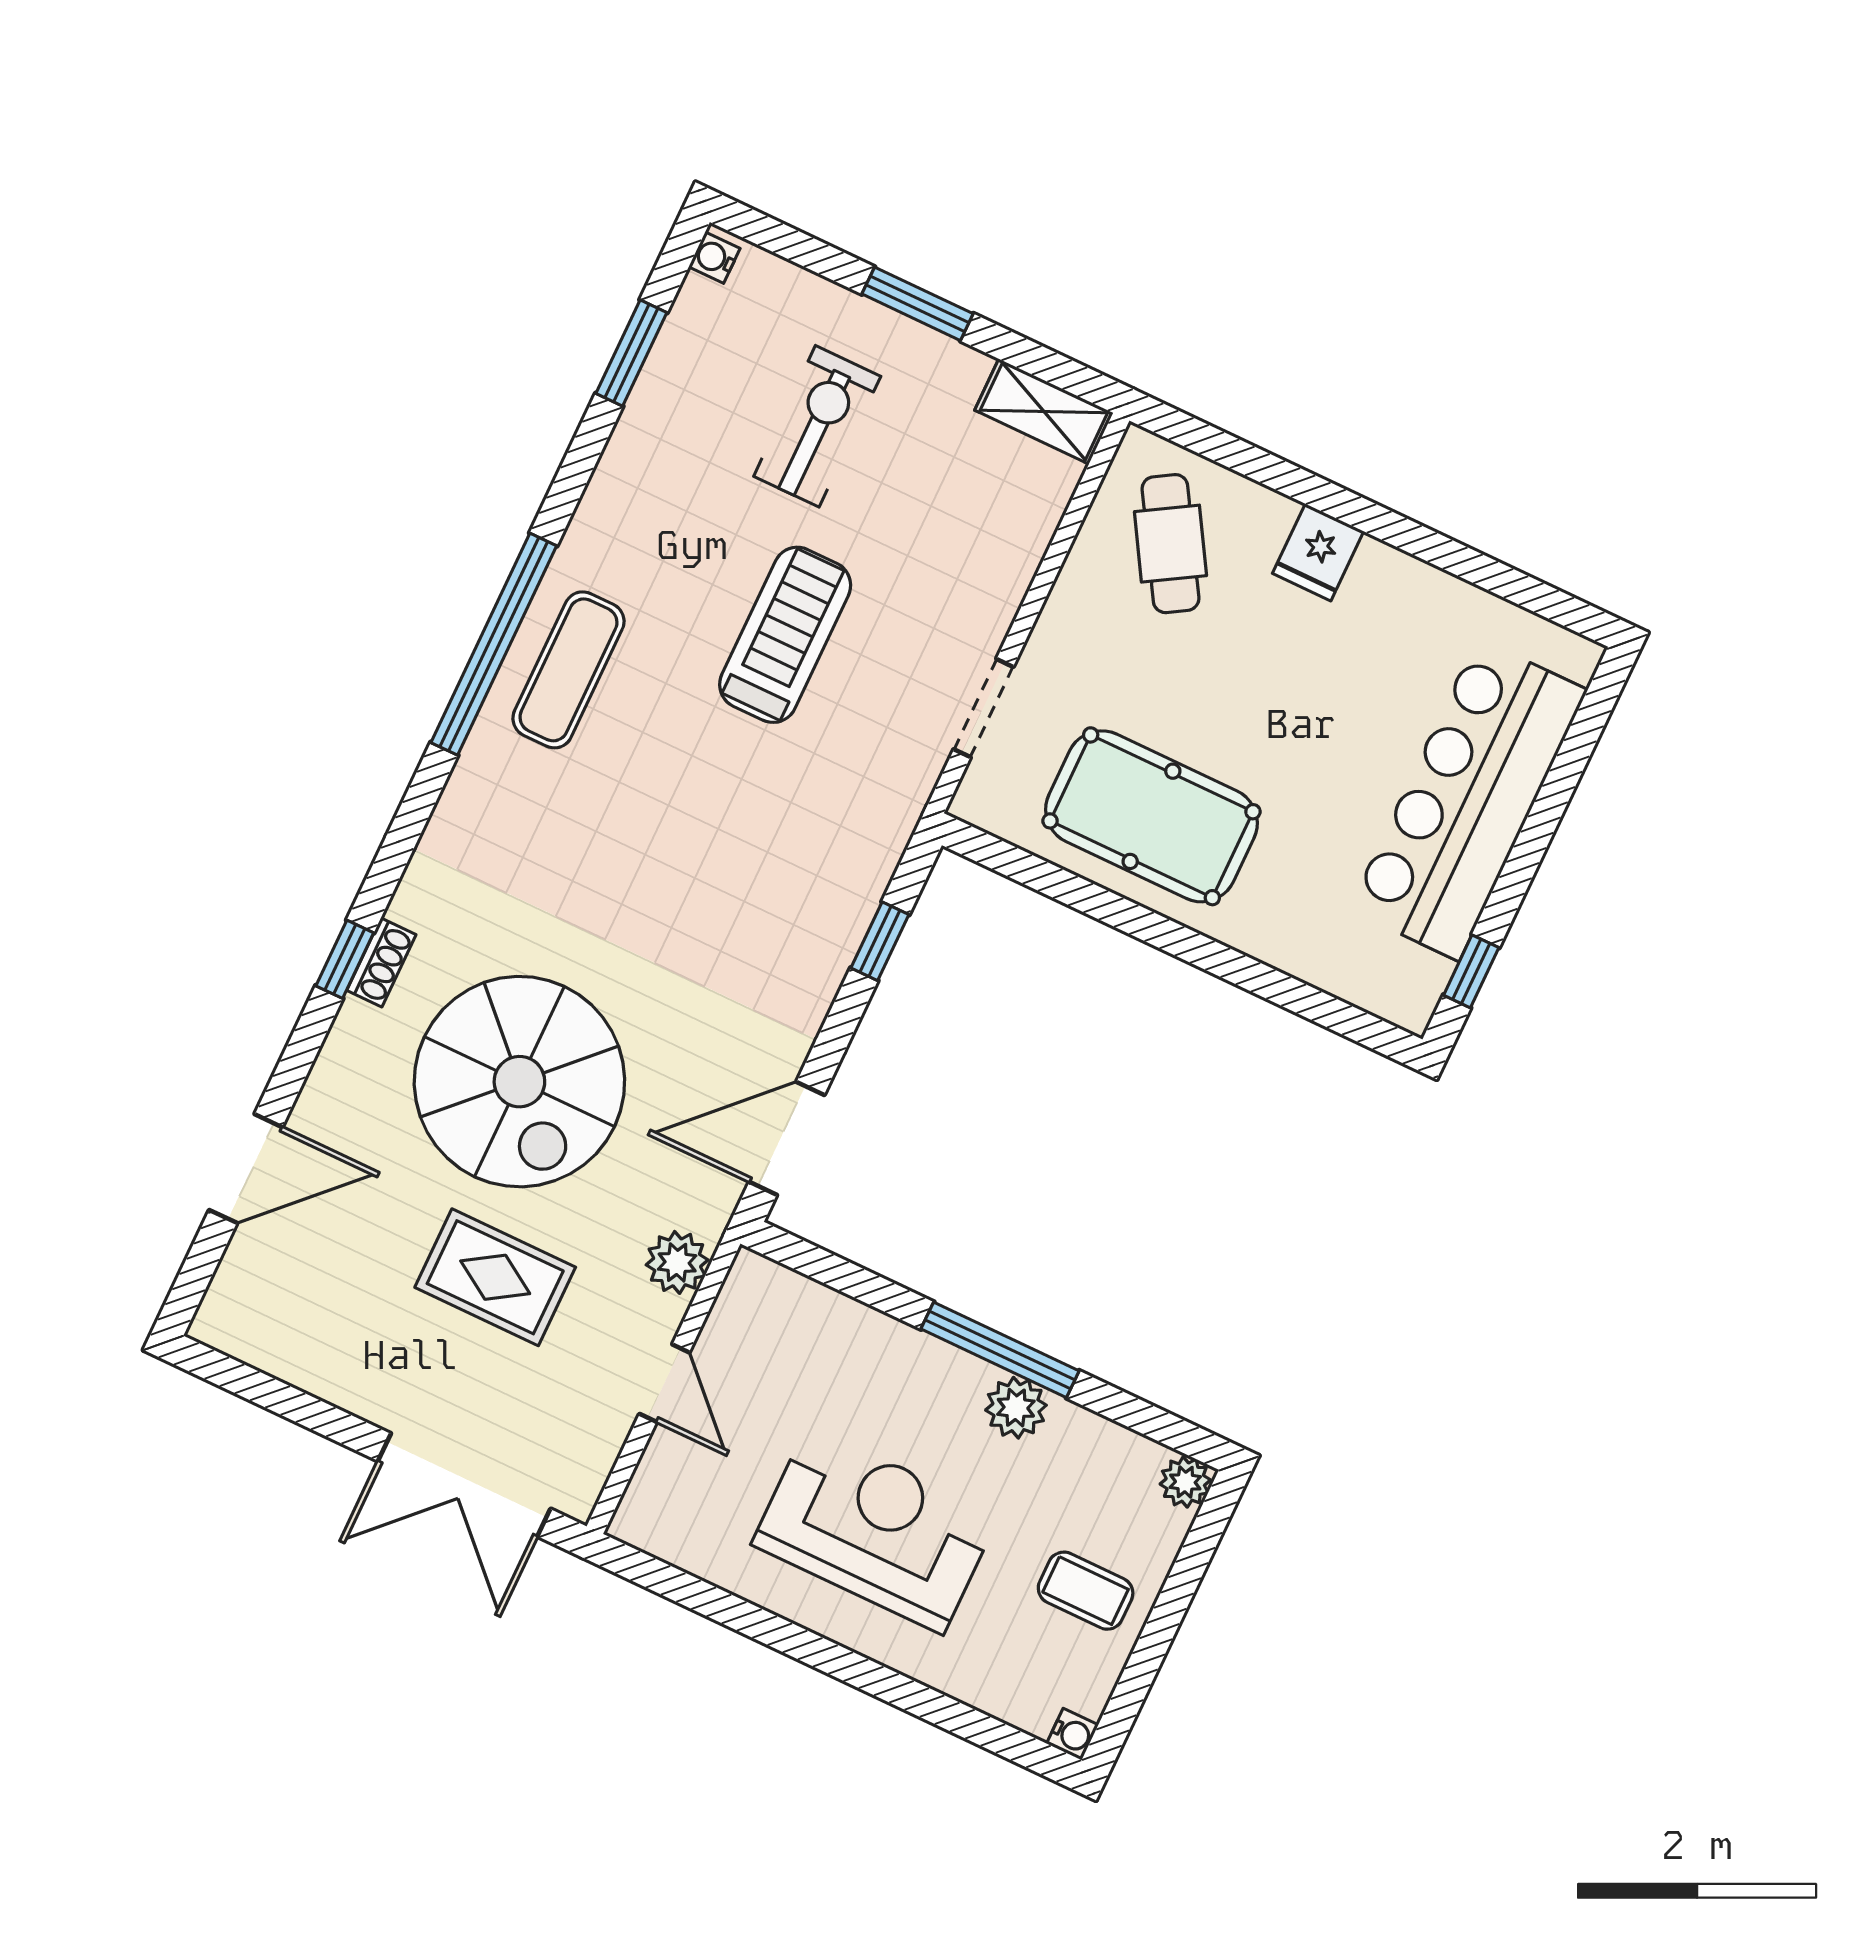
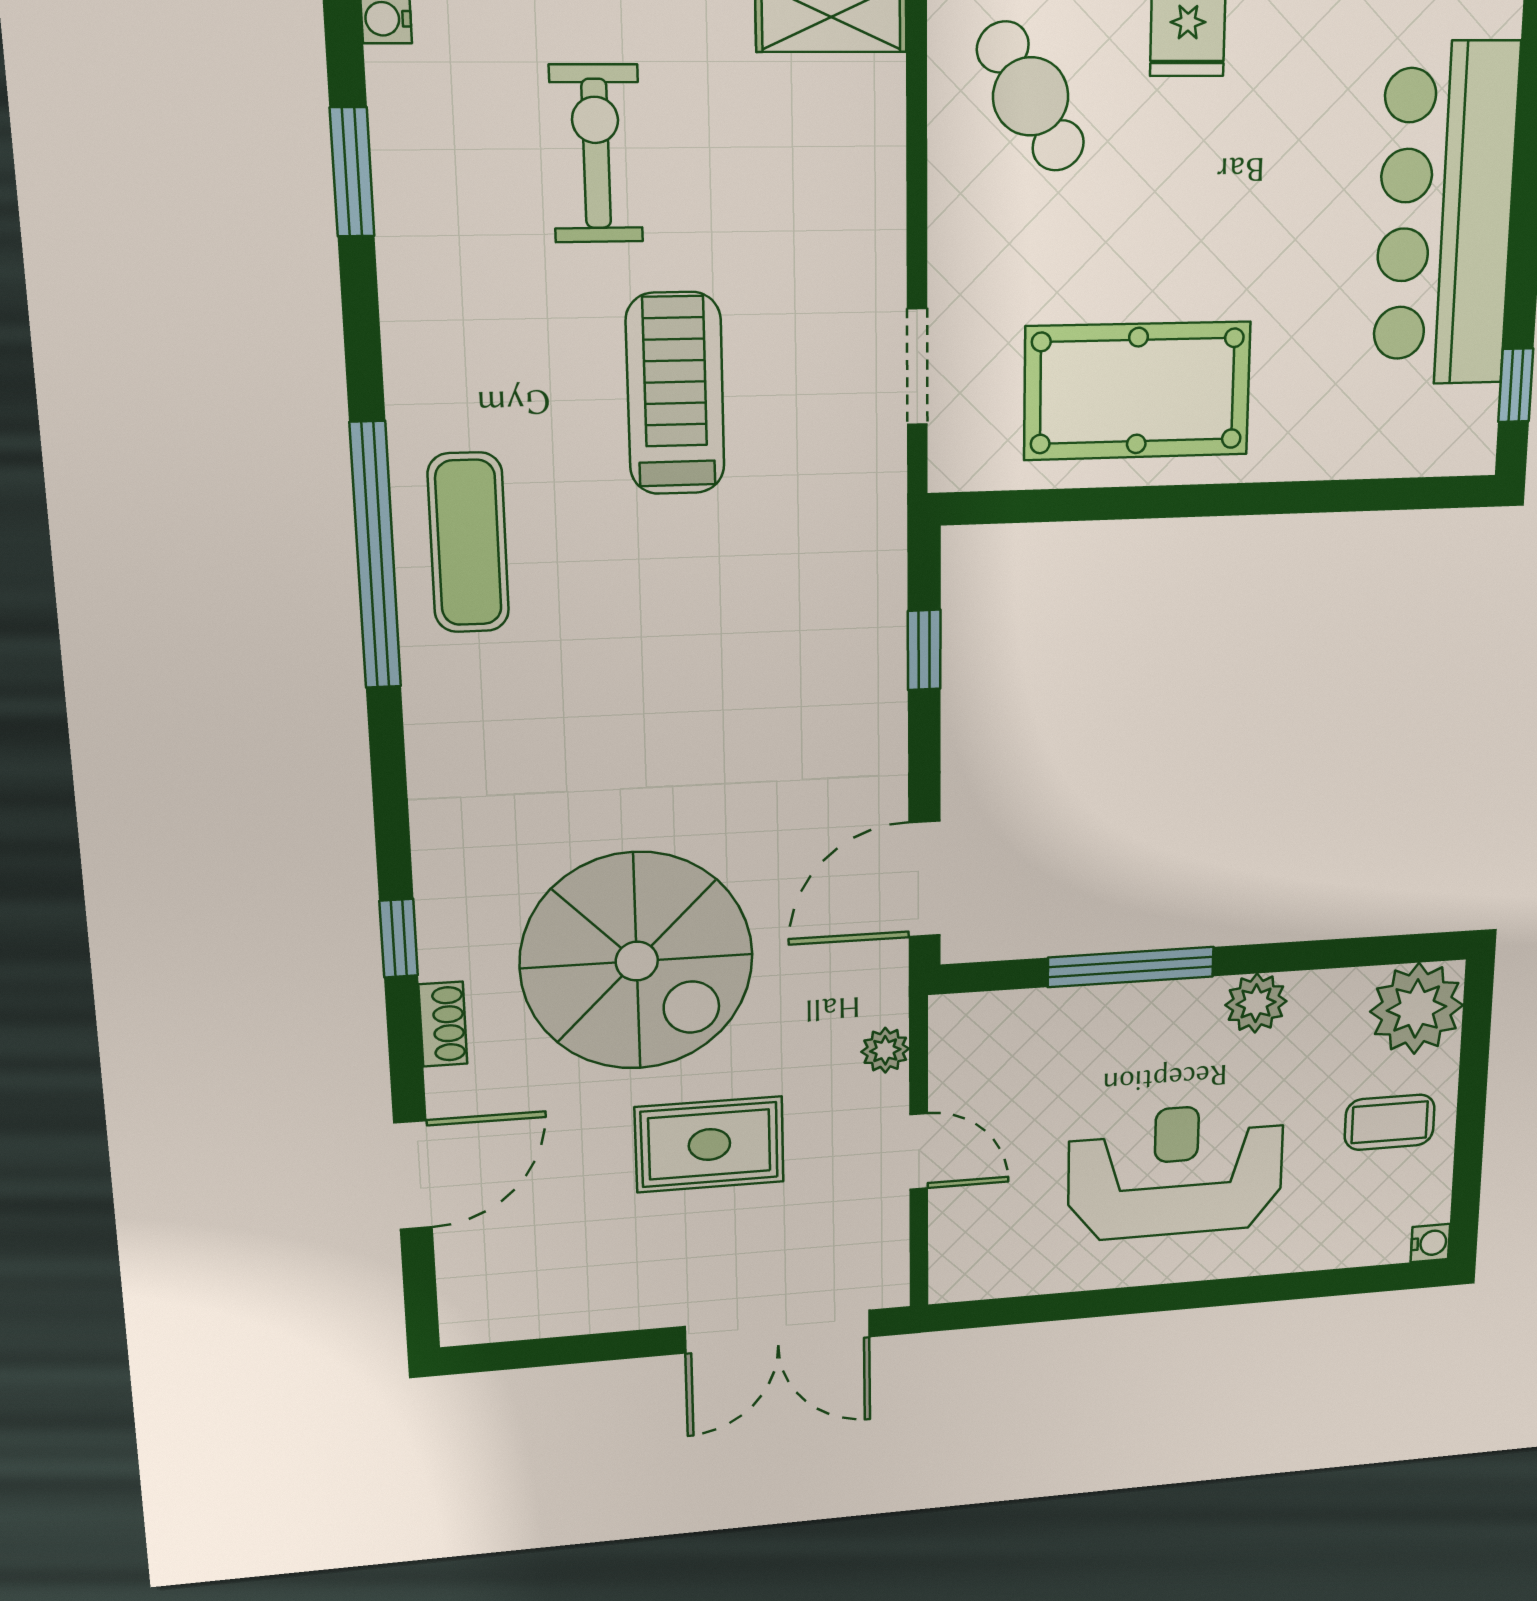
shoe rack: (381, 962) -> (443, 1024), moved
plant: (677, 1262) -> (885, 1050), width x0.73, depth x0.73
window: (1000, 1350) -> (1131, 967), moved
plant: (1185, 1482) -> (1417, 1008), width x1.88, depth x1.88

